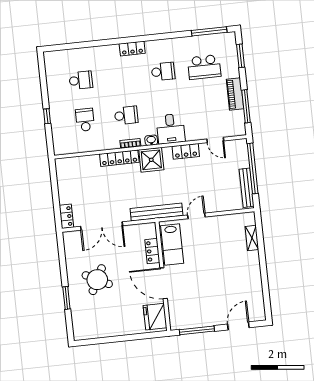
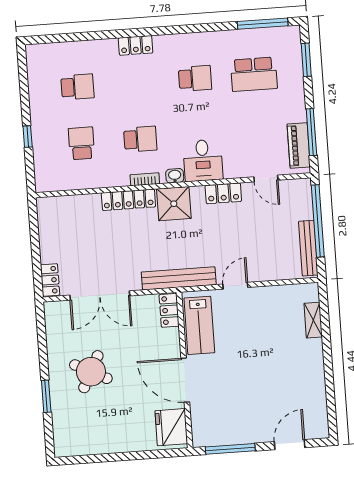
locker: (132, 49) -> (136, 45), moved
piano: (235, 94) -> (299, 145), moved
locker: (152, 251) -> (169, 310), moved

